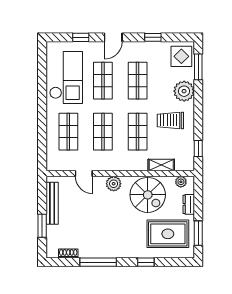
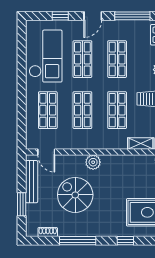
window: (153, 37) -> (132, 16), width x2.17
door: (84, 174) -> (46, 152), moved
spiral stairs: (148, 195) -> (75, 195), moved, turned 180

